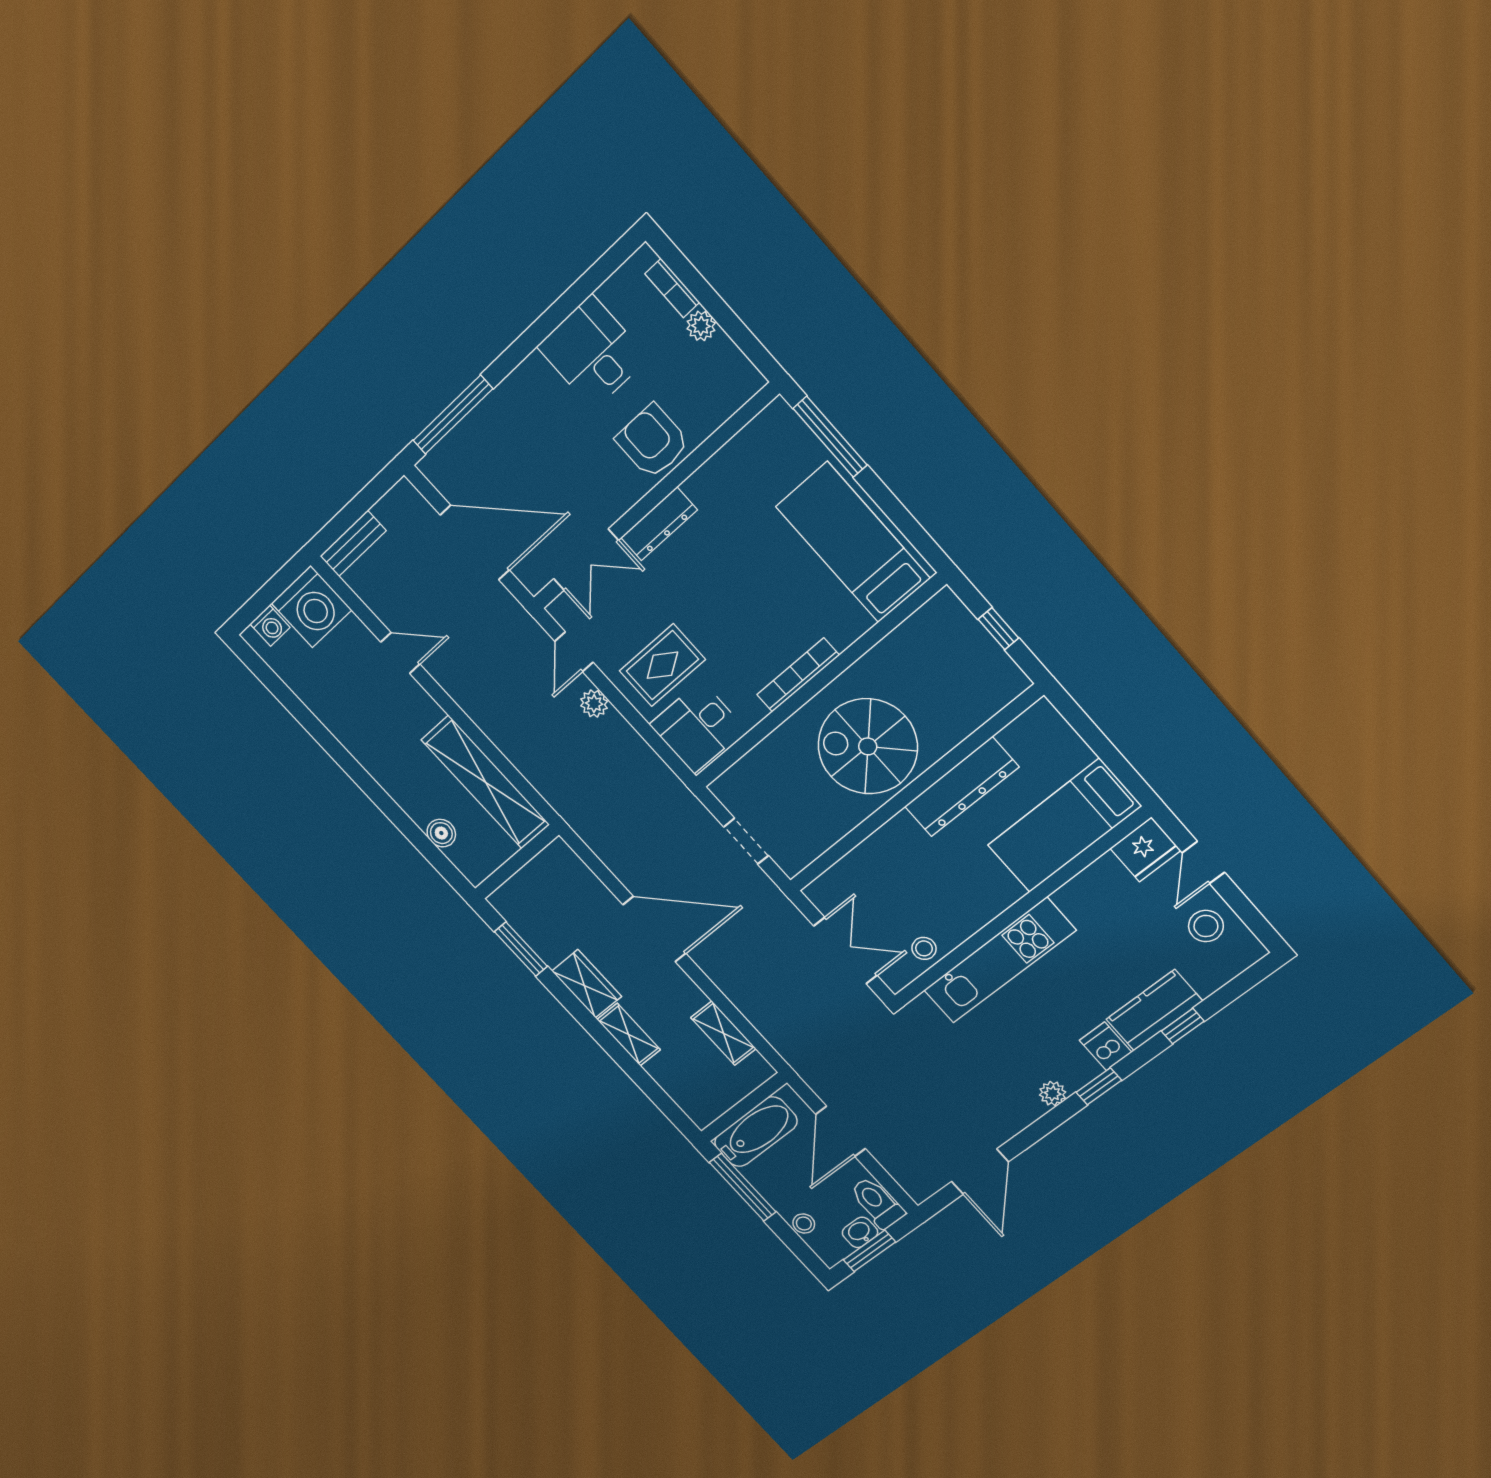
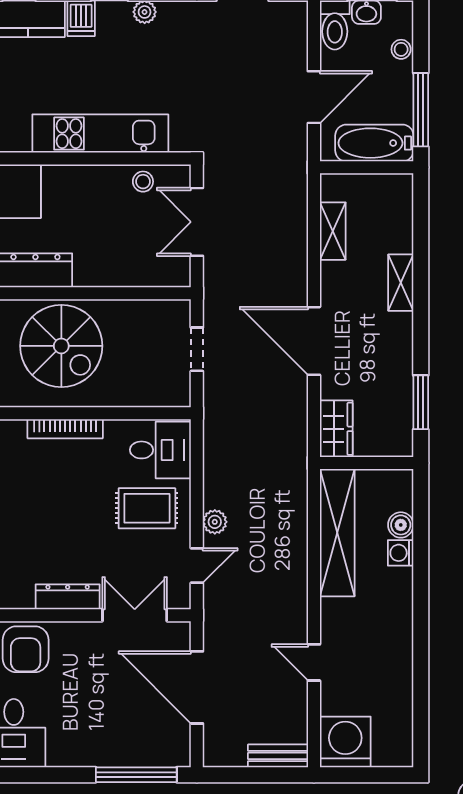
washing machine: (270, 626) -> (401, 553), moved, turned -90
wardrobe: (587, 984) -> (336, 429), moved, turned 180

